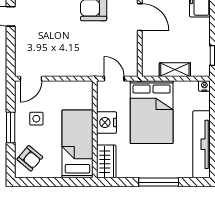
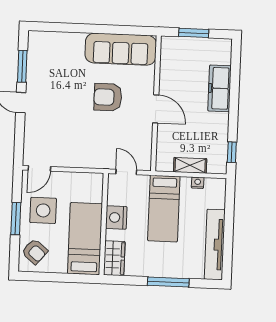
nightstand: (204, 86) -> (198, 183), moved
bed: (152, 112) -> (164, 209), width x0.67
side table: (36, 119) -> (43, 210), width x1.87, depth x1.87

